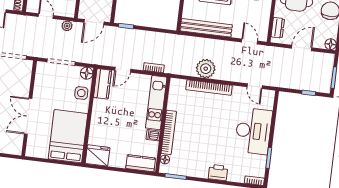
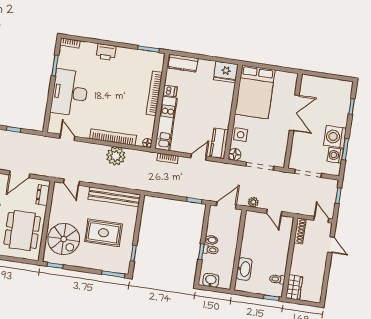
floor lamp: (165, 160) -> (147, 143), moved

